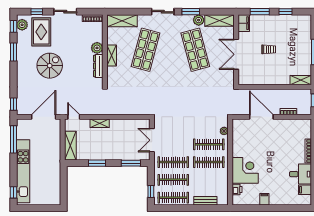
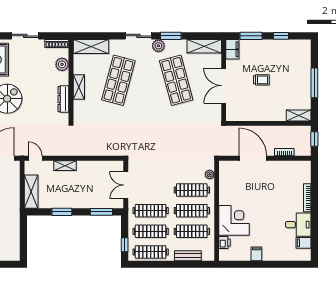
plant: (199, 20) -> (158, 46), moved
plant: (97, 48) -> (62, 64), moved
clothes rail: (209, 180) -> (192, 231), added

